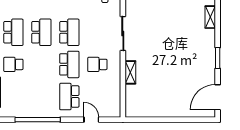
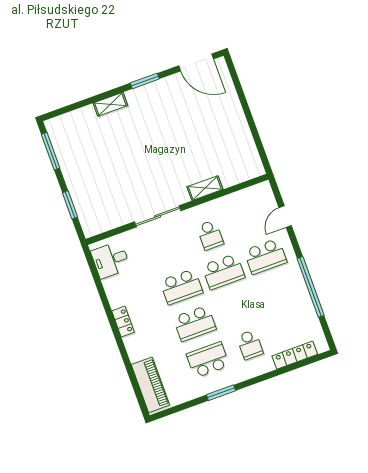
shelving: (210, 17) -> (110, 104), moved
school desk: (41, 32) -> (195, 323), turned 180
school desk: (69, 32) -> (181, 287), turned 180
school desk: (69, 64) -> (223, 272), turned 180

